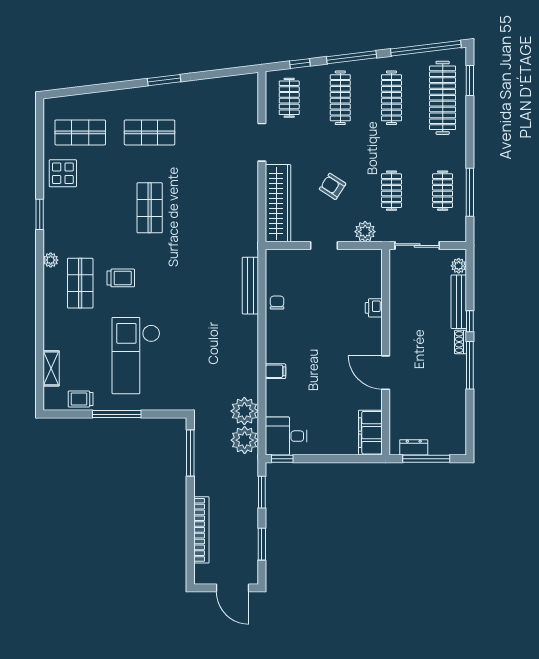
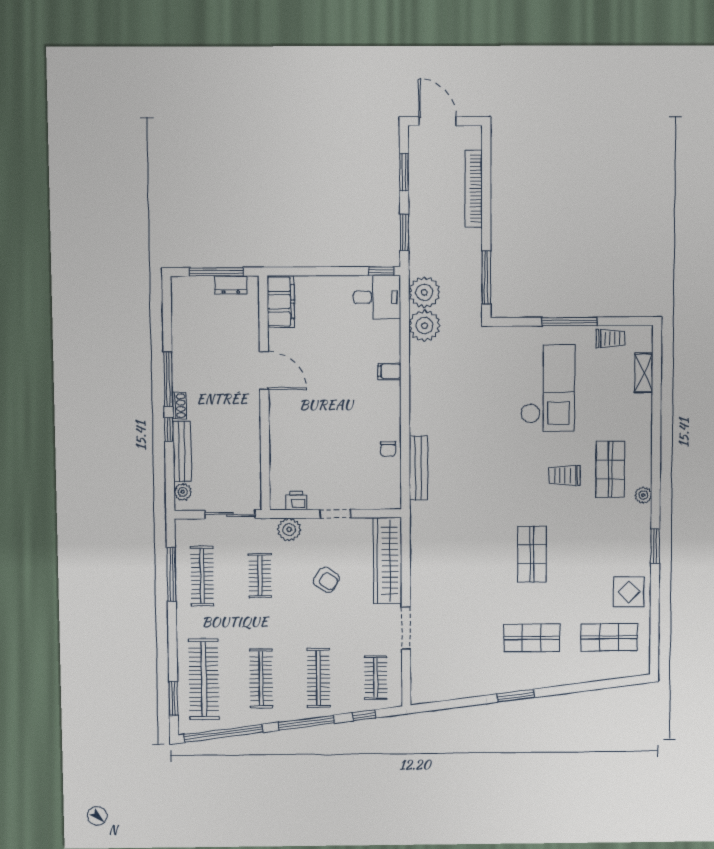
clothes rail: (443, 191) -> (202, 576), width x1.36
printer: (374, 308) -> (296, 501), moved, turned -90

